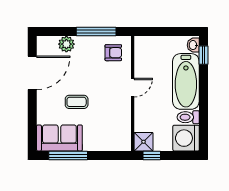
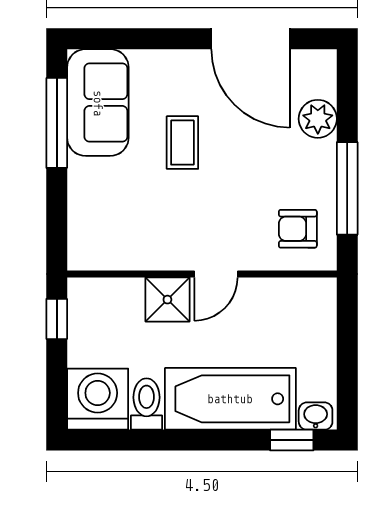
armchair: (113, 53) -> (298, 229), turned 90
door: (133, 88) -> (216, 274), hinge flipped
shower: (144, 142) -> (167, 300), moved

